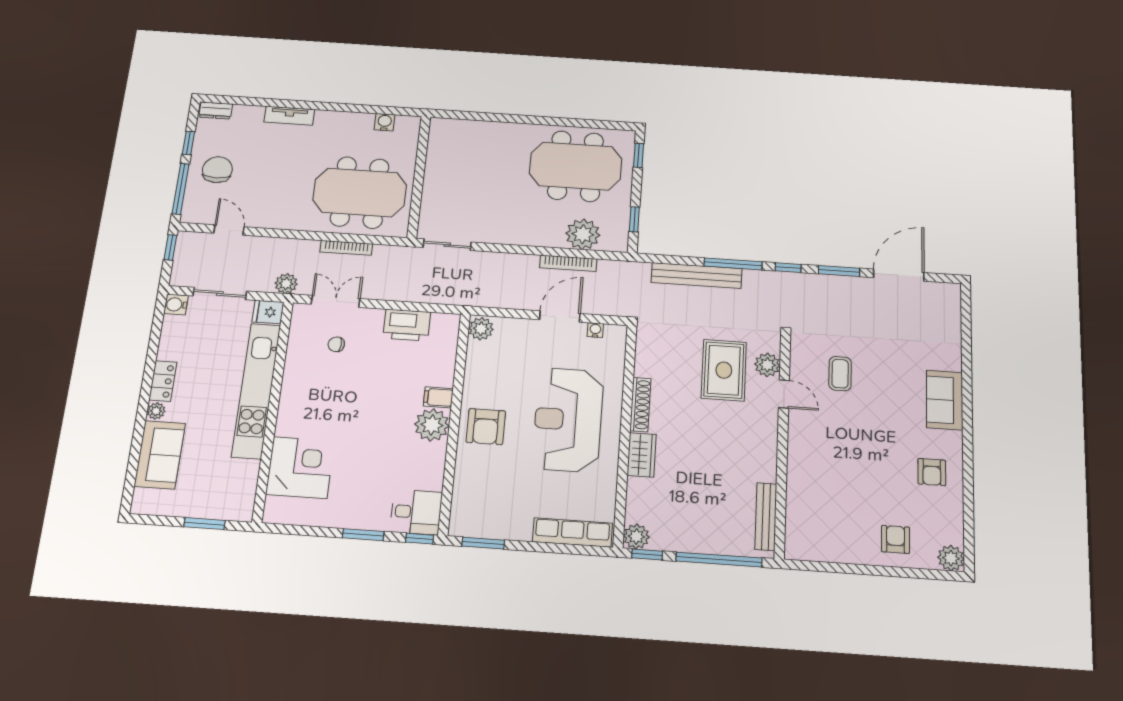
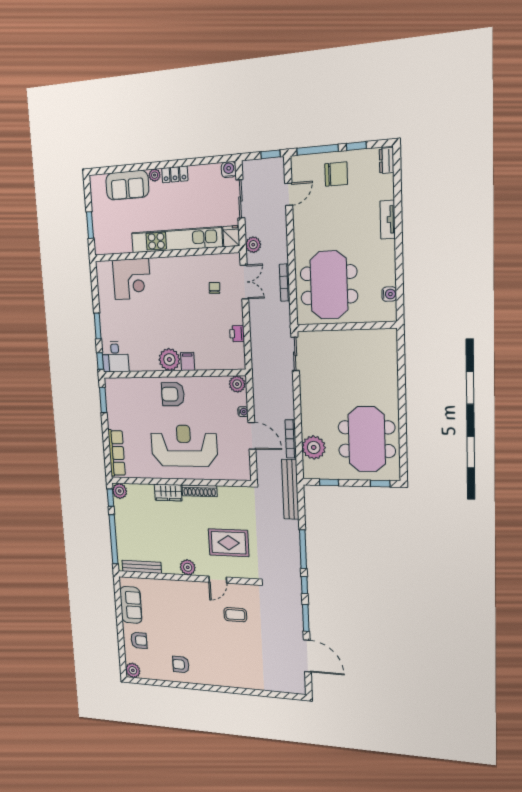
bench: (697, 276) -> (290, 489), moved
printer: (407, 325) -> (237, 334), width x0.53, depth x0.68
water cooler: (595, 330) -> (243, 412), moved
plant: (767, 365) -> (188, 567), moved
sofa: (945, 400) -> (131, 605), moved, turned 90

